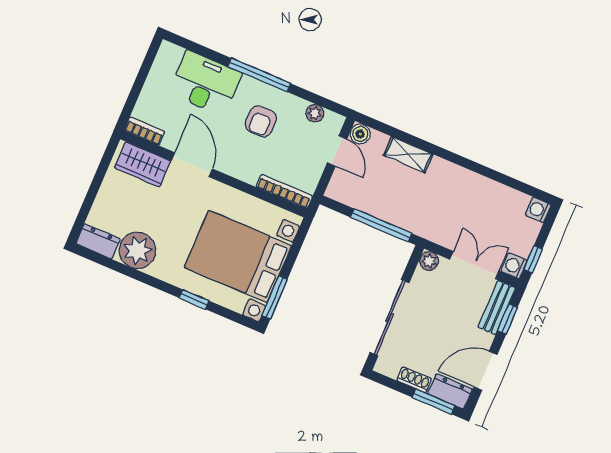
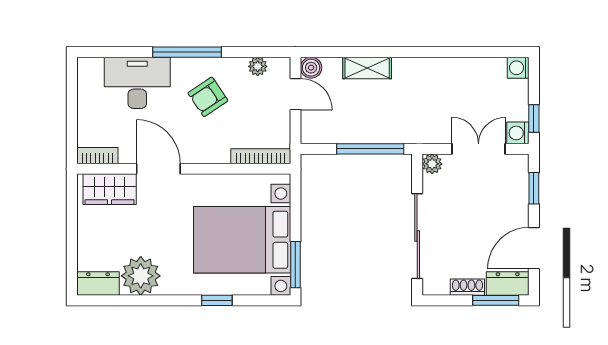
armchair: (261, 121) -> (208, 97), turned 56
bench: (497, 307) -> (518, 181), removed

